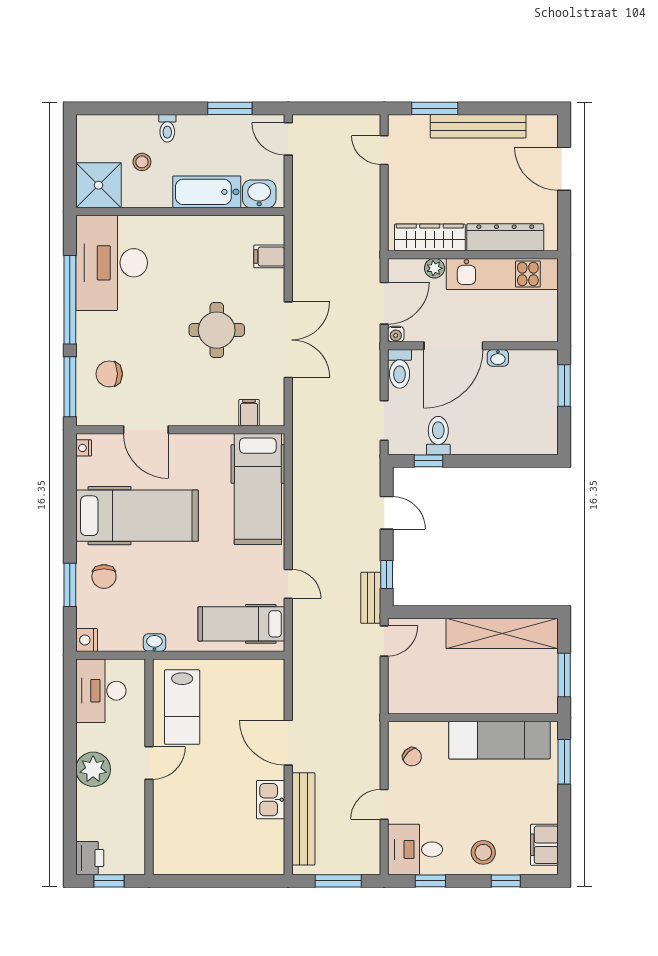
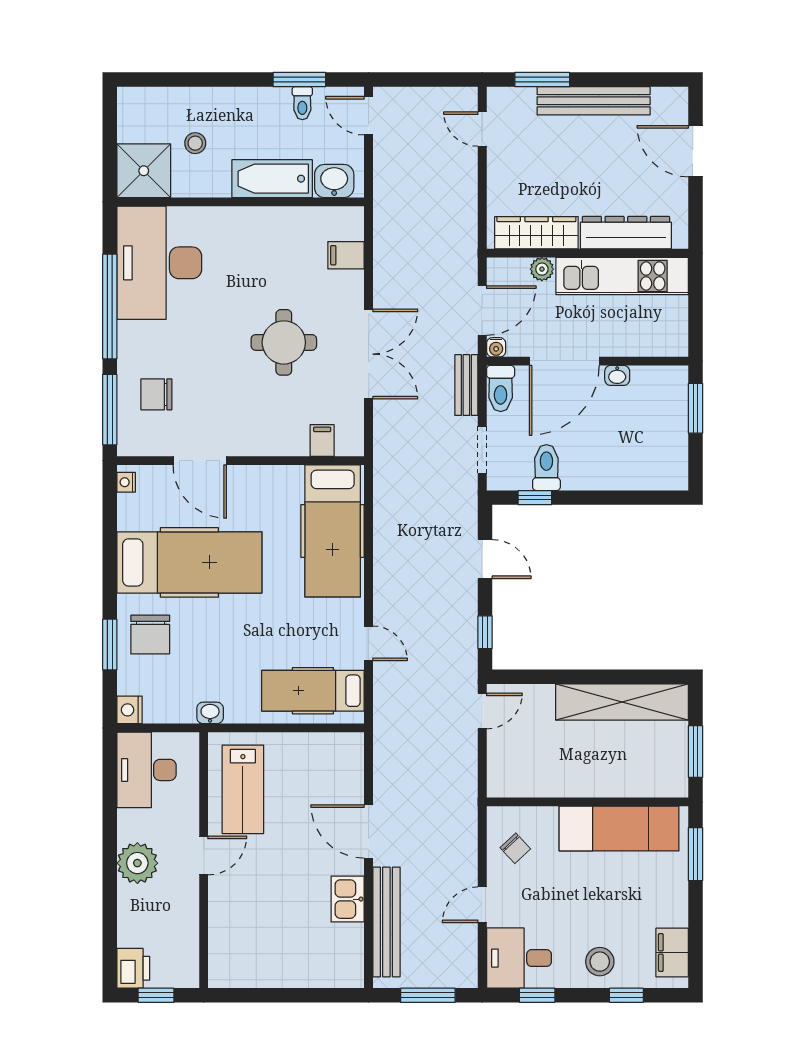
toilet: (167, 128) -> (302, 103), moved
chair: (104, 577) -> (150, 635), width x1.37, depth x1.37
bench: (371, 598) -> (466, 385), moved

